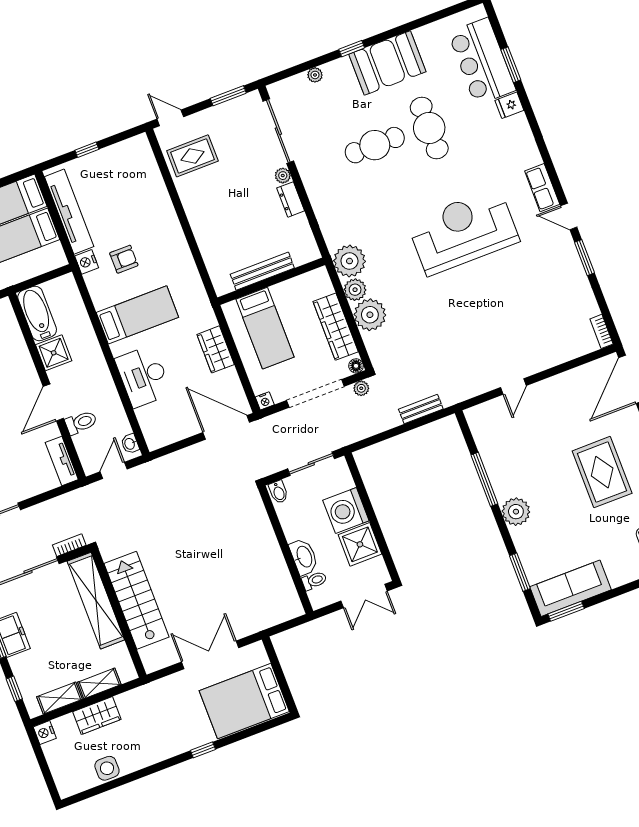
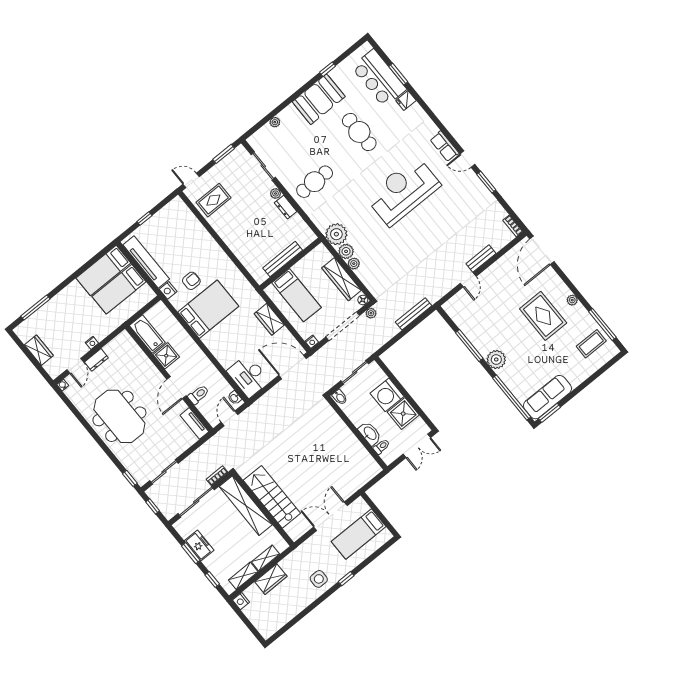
window: (352, 49) -> (328, 69), moved
sliding door: (278, 131) -> (263, 166), width x0.73
cafe table: (375, 145) -> (315, 182), moved
bed: (137, 315) -> (208, 309), width x1.50
plant: (370, 315) -> (354, 264), width x0.53, depth x0.53
bench: (541, 363) -> (481, 259), added
desk: (143, 376) -> (248, 376), moved
bench: (421, 409) -> (414, 314), width x1.36
window: (520, 572) -> (512, 398), width x2.11
bed: (244, 701) -> (359, 534), width x0.67
side table: (107, 768) -> (319, 579), moved

